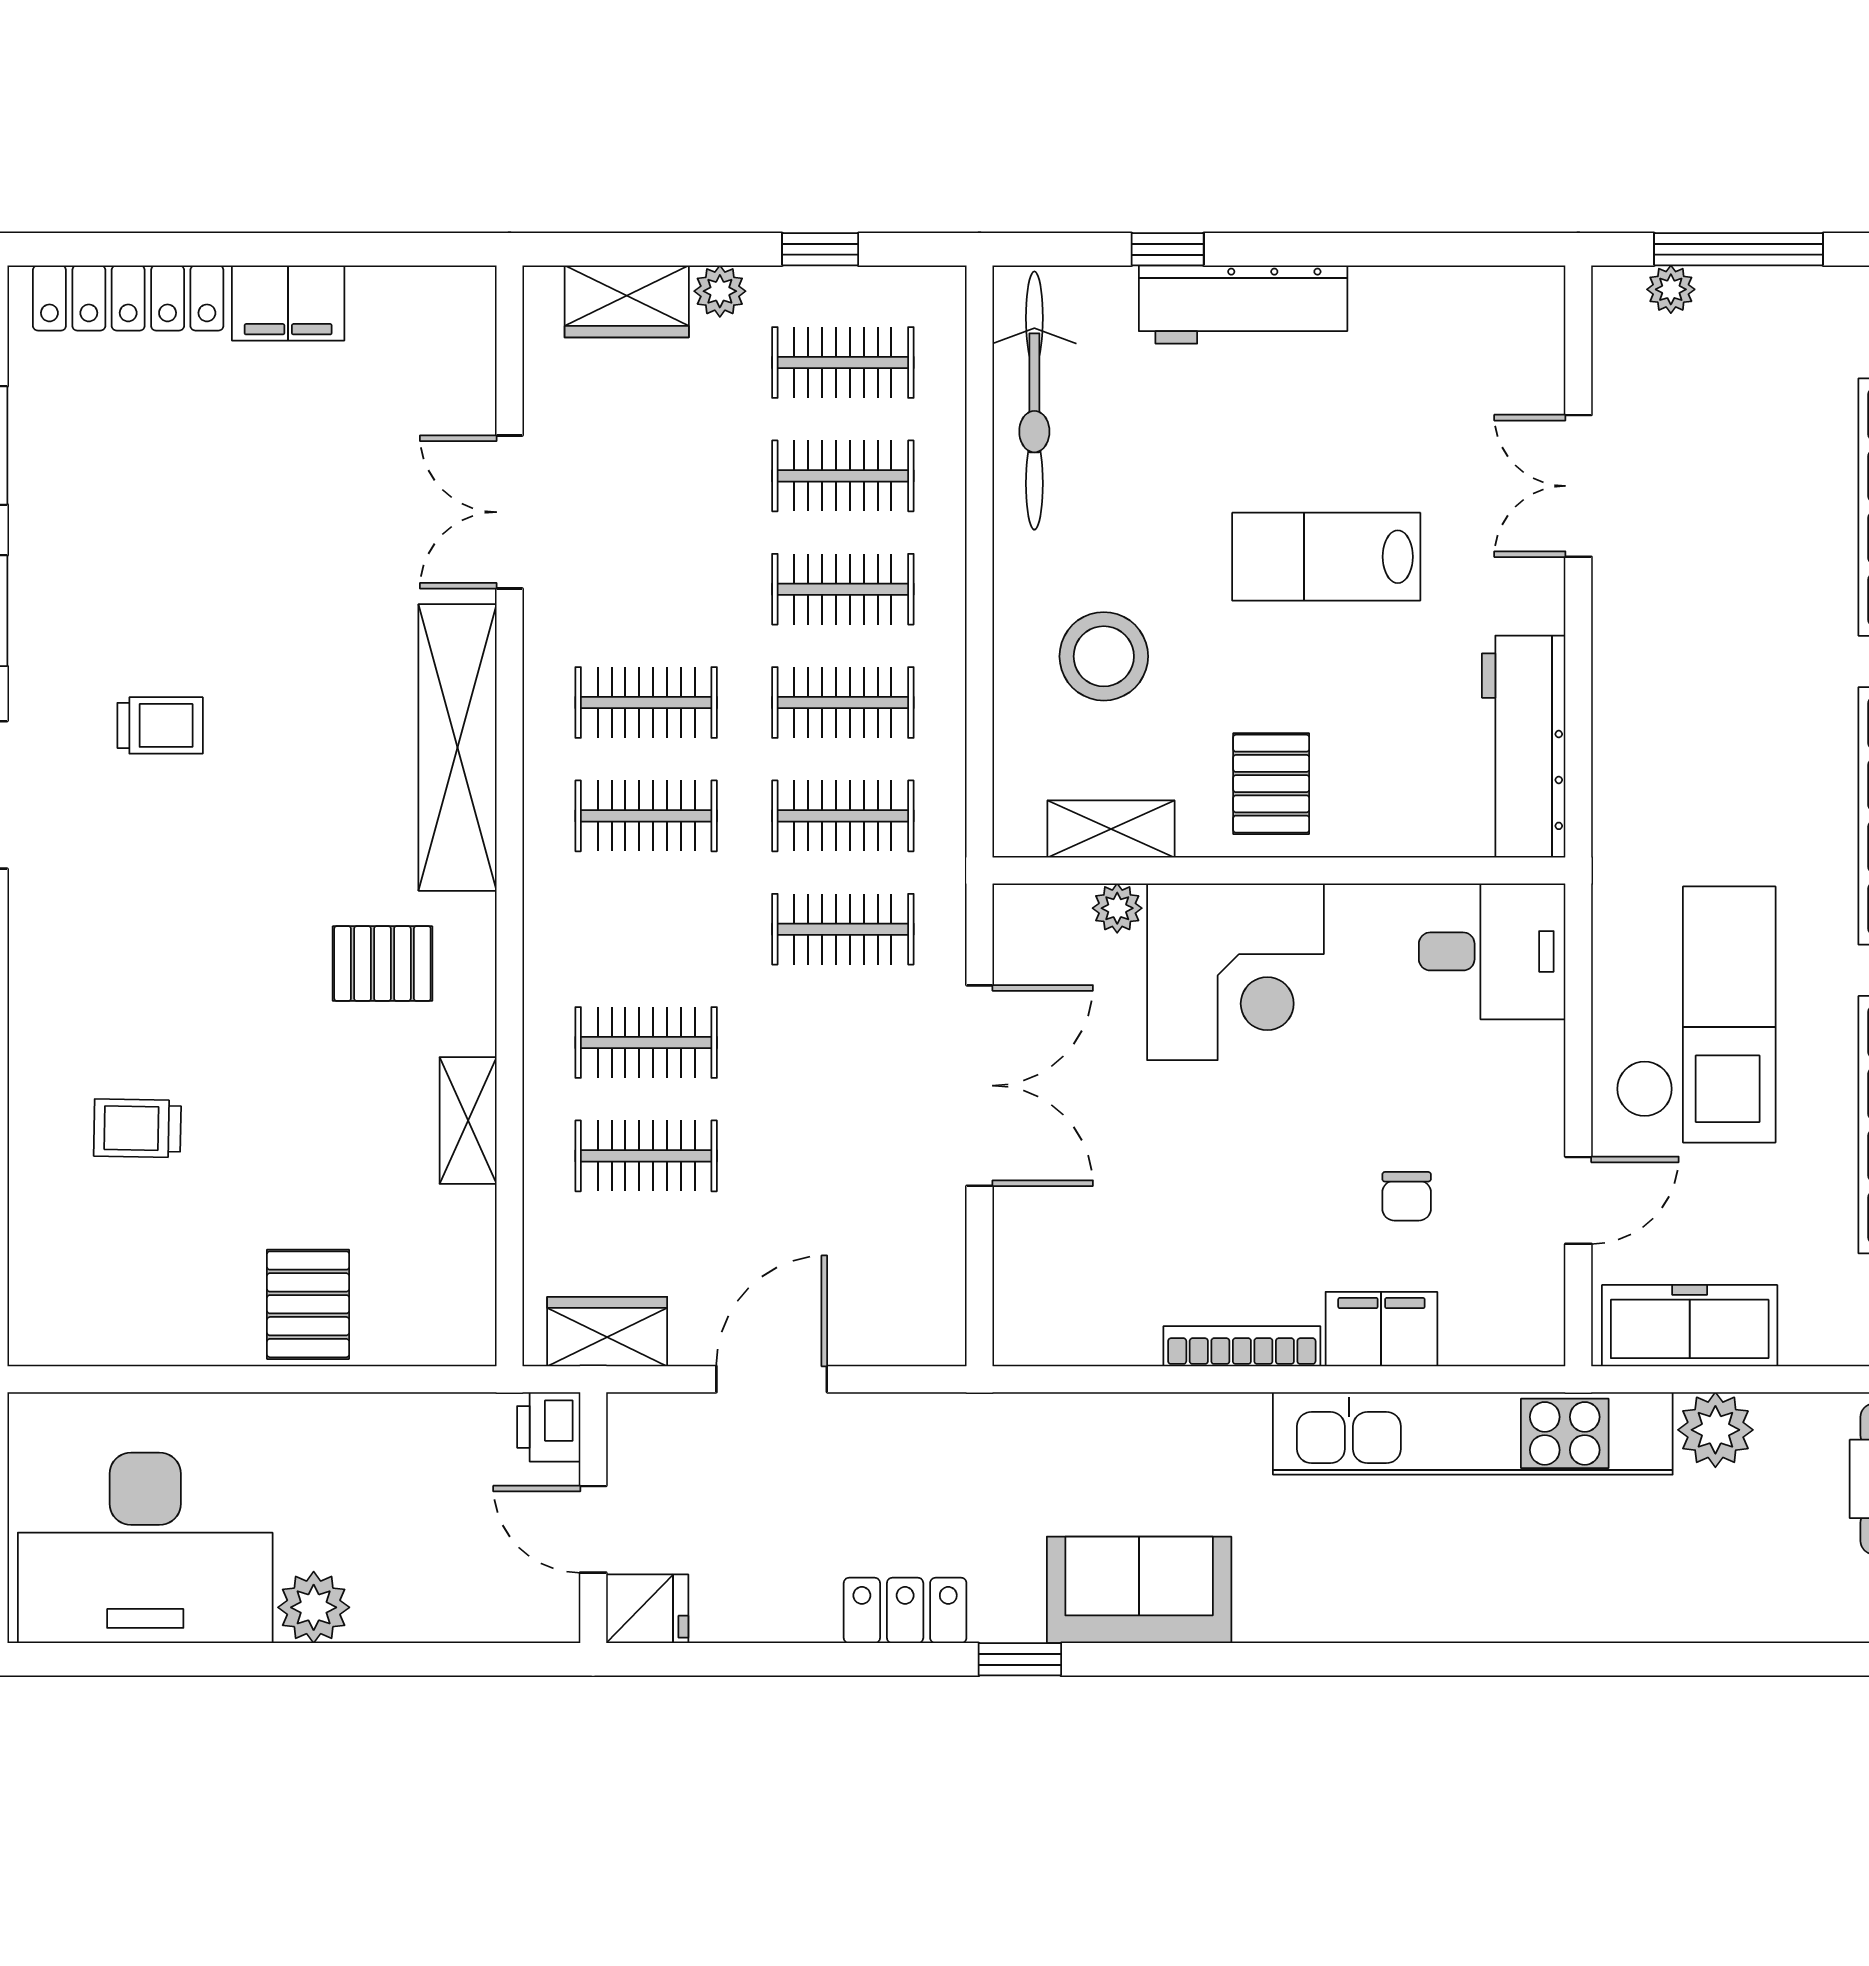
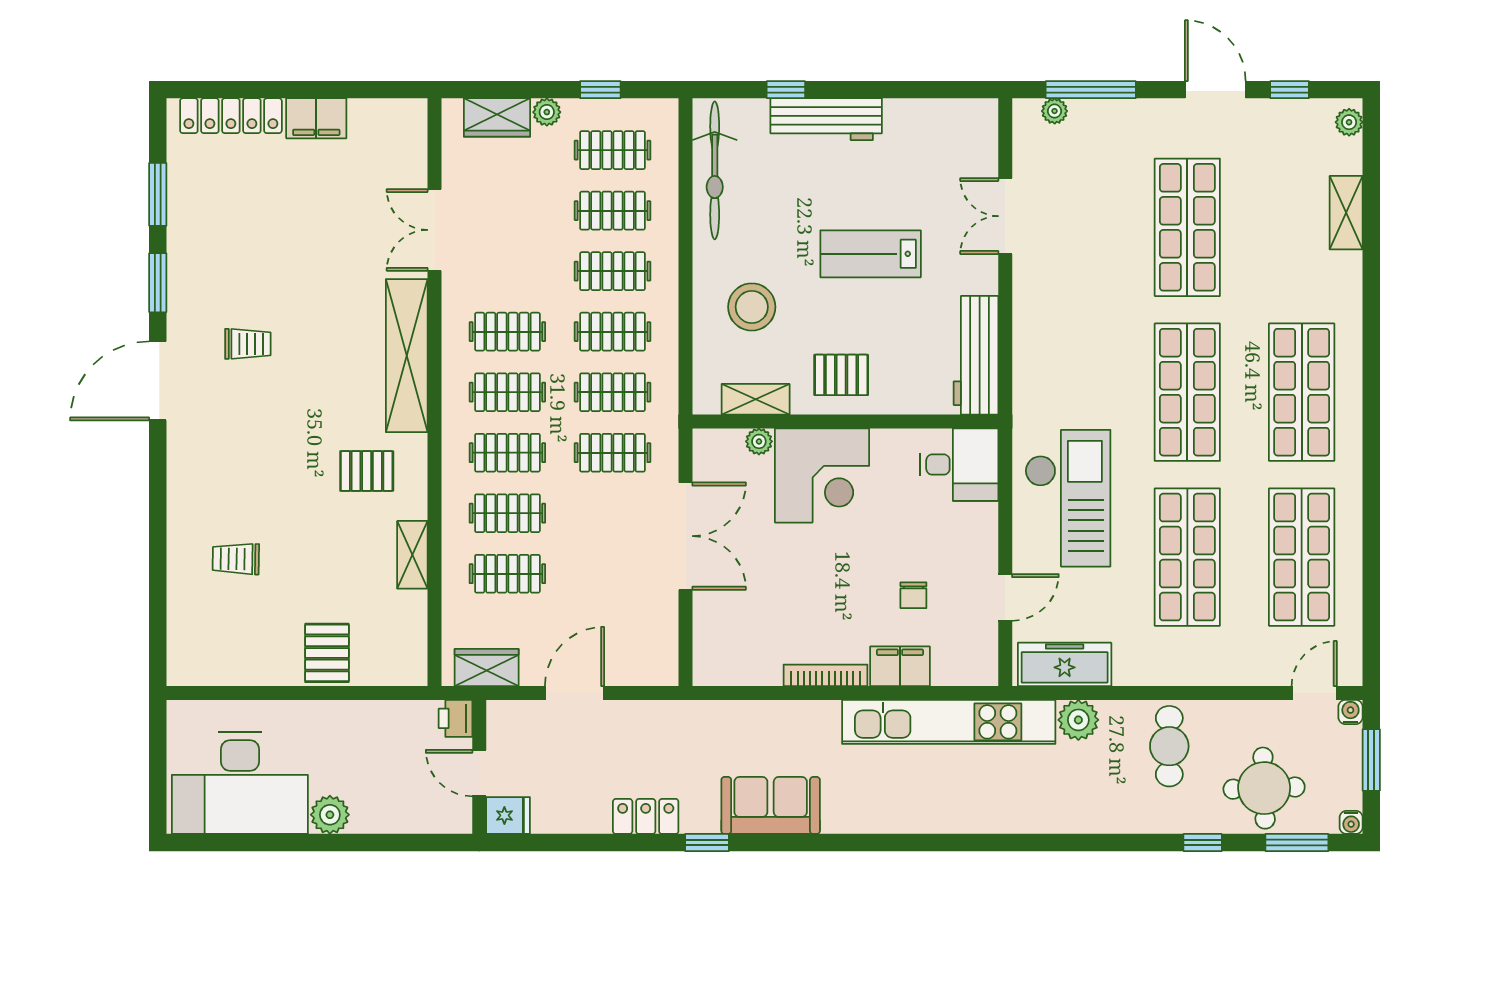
pallet: (1271, 784) -> (841, 375), turned 90
clothes rail: (646, 929) -> (507, 453), added

